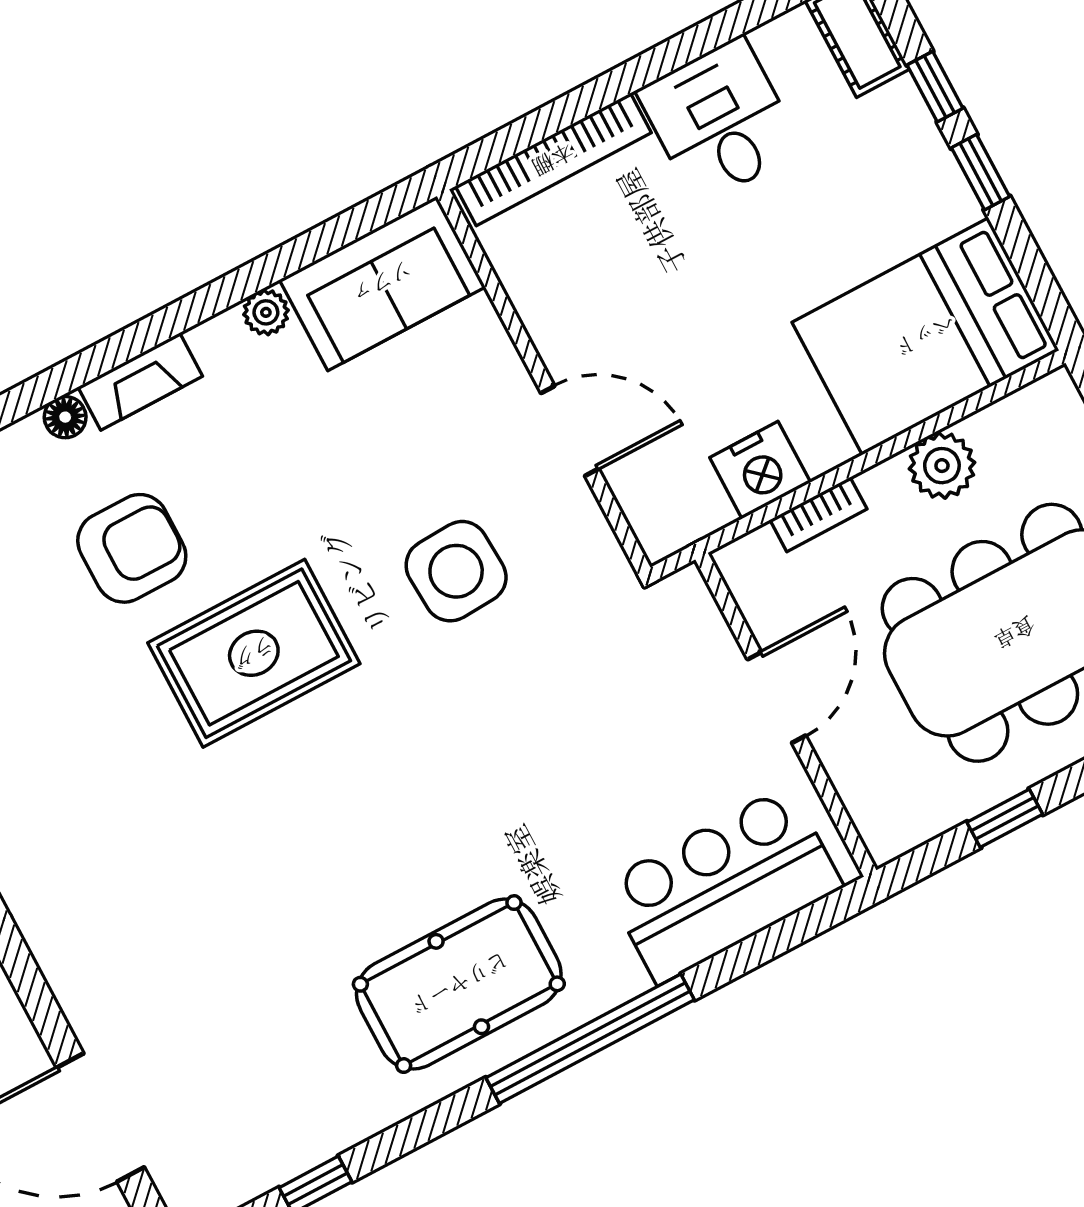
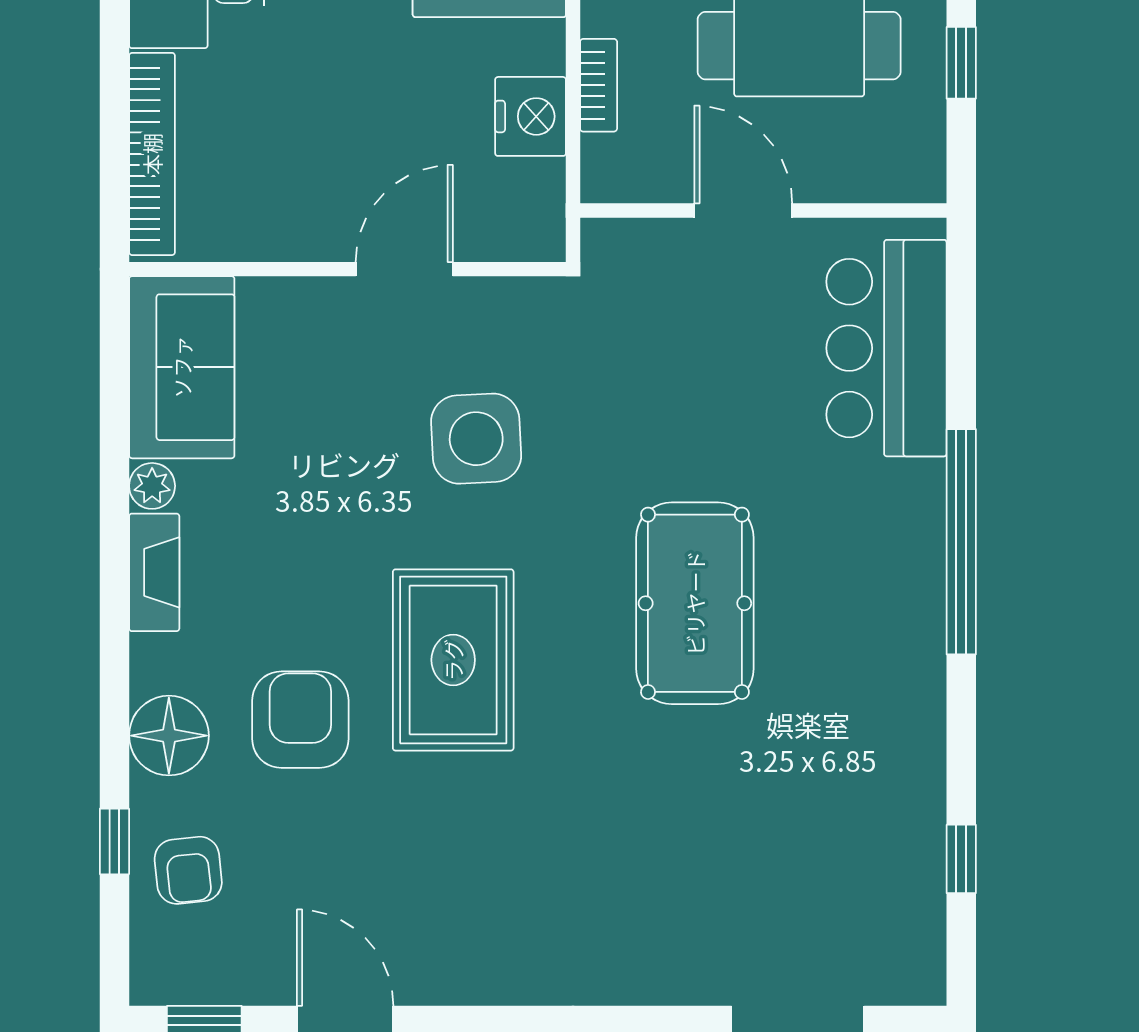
fireplace: (140, 382) -> (154, 572), moved
floor lamp: (65, 417) -> (169, 736), width x1.89, depth x1.89
pool table: (459, 984) -> (695, 603), moved

